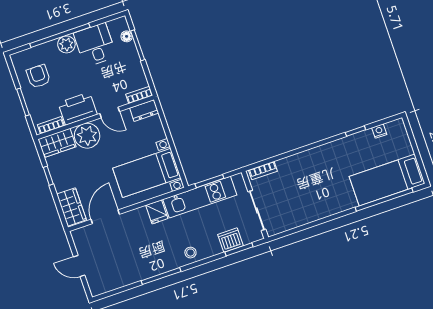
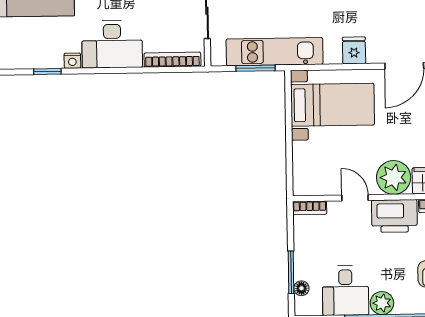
dresser: (144, 110) -> (310, 186), removed
nightstand: (379, 131) -> (72, 61), moved
desk: (316, 165) -> (112, 44), added
bookcase: (263, 171) -> (172, 60), width x1.56
fridge: (157, 212) -> (354, 50), moved

